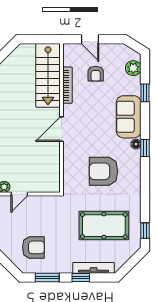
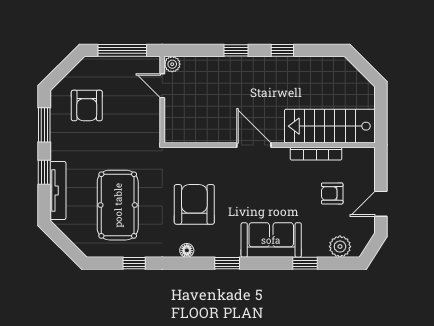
door: (90, 39) -> (381, 204), moved
floor lamp: (136, 144) -> (187, 250), moved
window: (145, 231) -> (134, 263), moved

